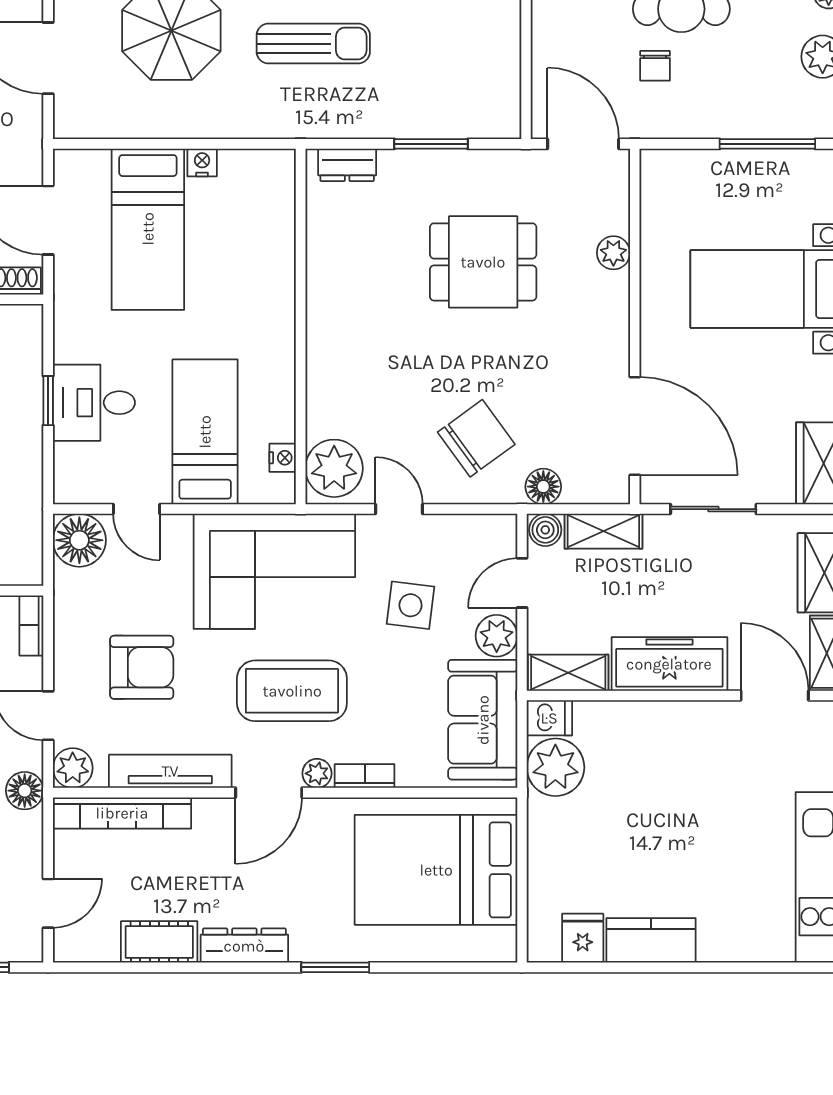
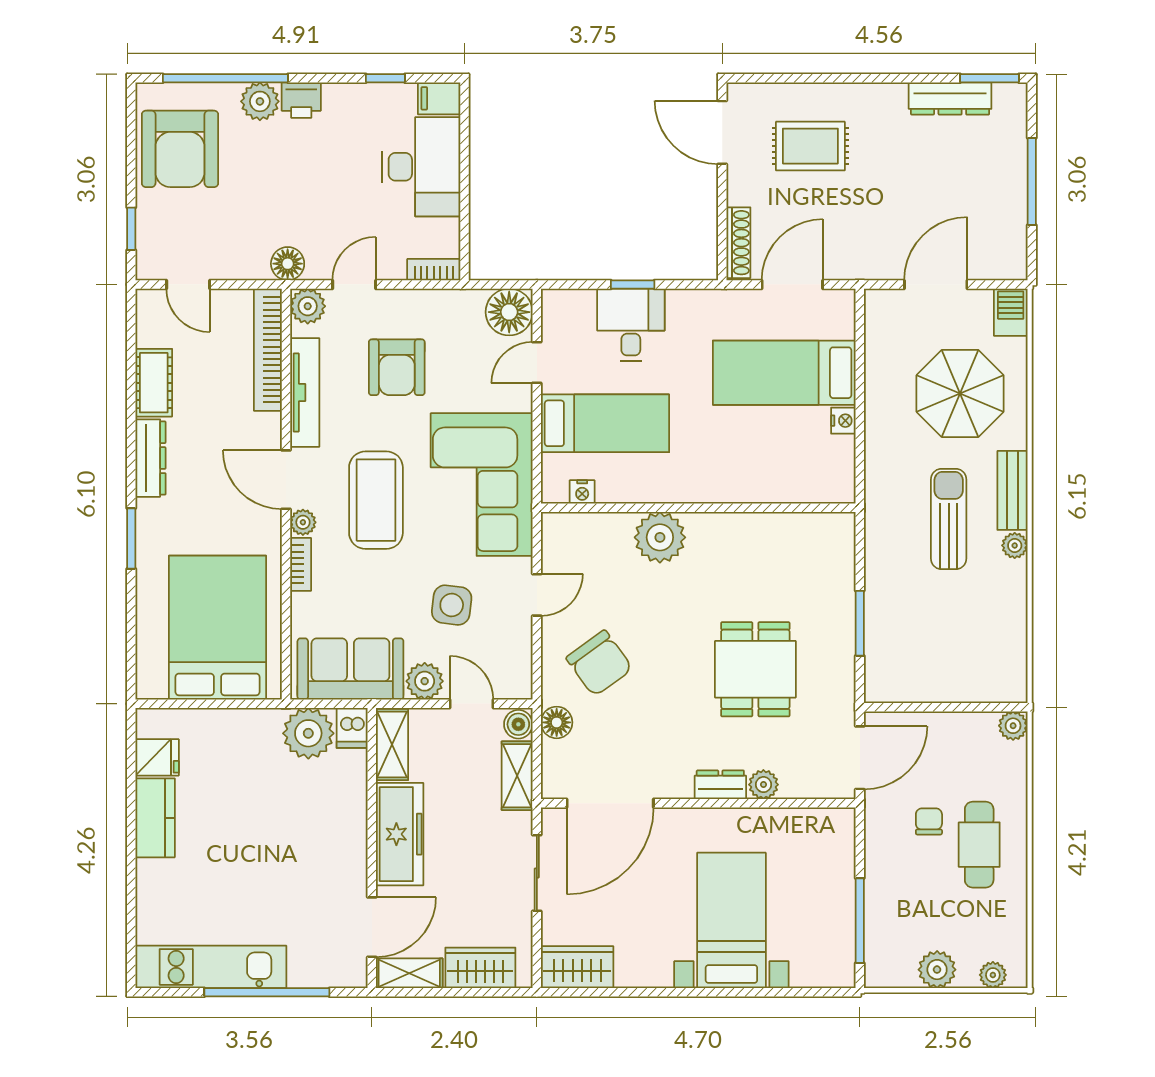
sun lounger: (313, 44) -> (949, 519), turned 180
chair: (655, 66) -> (929, 821), turned 90
dresser: (347, 165) -> (720, 785), moved, turned 90
plant: (334, 468) -> (660, 537), moved

